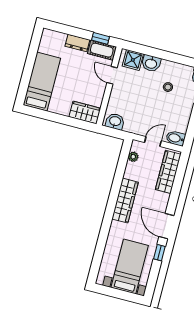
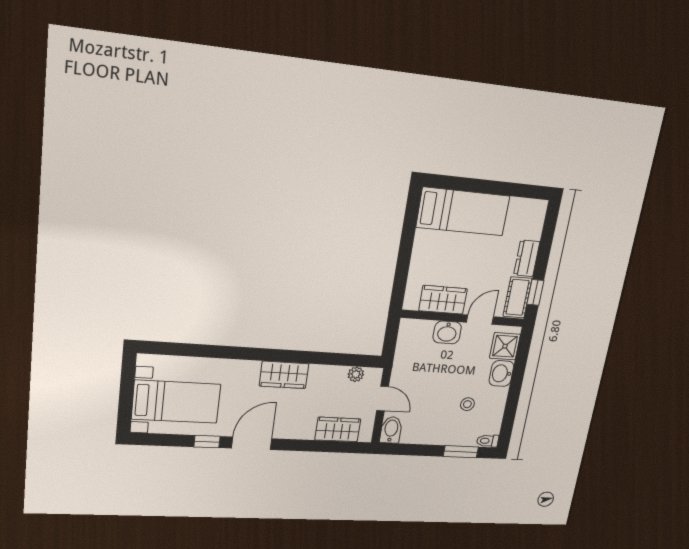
wardrobe: (85, 113) -> (443, 300), moved, turned -90
washbasin: (115, 121) -> (447, 332), moved, turned 90
wardrobe: (168, 172) -> (338, 429), width x0.67
wardrobe: (125, 201) -> (284, 375), width x0.67

